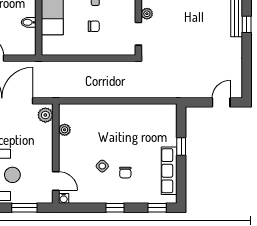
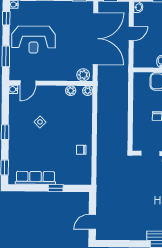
door: (221, 102) -> (92, 222), swing flipped
plant: (64, 110) -> (88, 91), added
chair: (125, 173) -> (81, 150), moved

